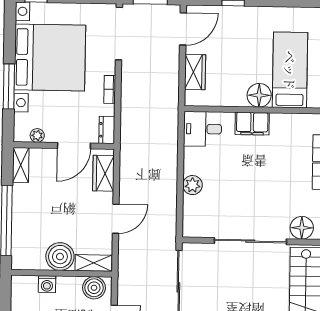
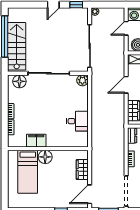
filing cabinet: (252, 124) -> (36, 141), moved
desk: (203, 129) -> (77, 121), moved
plant: (193, 185) -> (82, 80), moved

